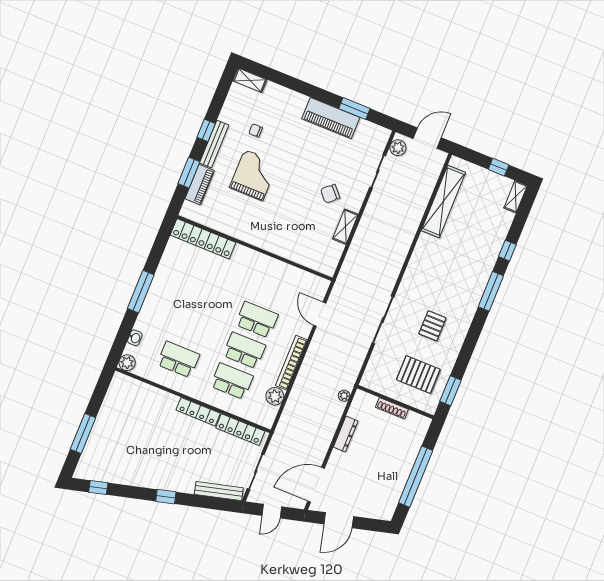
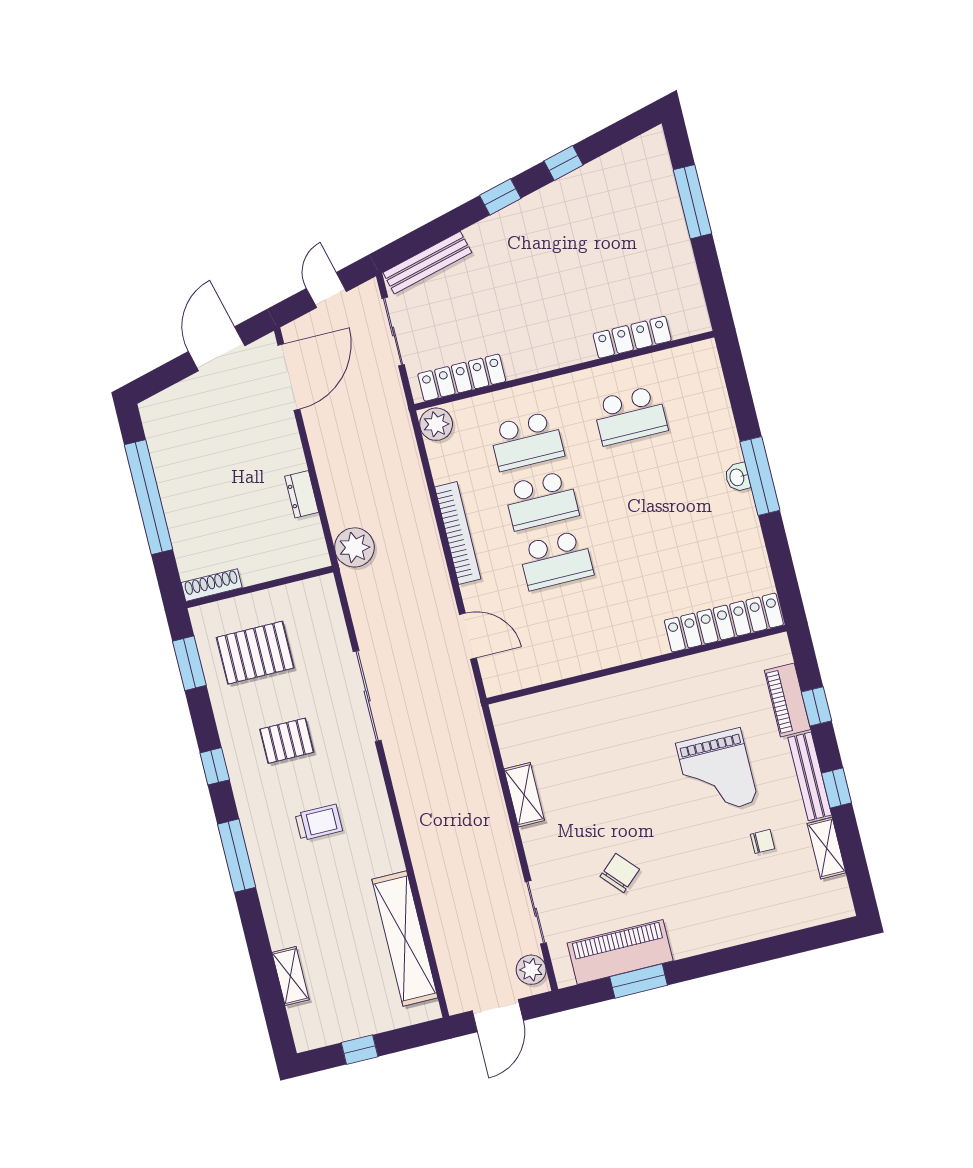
shelving: (250, 80) -> (826, 848), moved, turned 90
piano: (331, 118) -> (620, 952), moved
window: (189, 173) -> (816, 706), width x0.67
chair: (330, 194) -> (620, 873), moved
shelving: (516, 197) -> (291, 976), moved
window: (507, 251) -> (215, 766), moved
trolley: (444, 280) -> (319, 822), added
pallet: (432, 326) -> (287, 741), turned 90
washbasin: (135, 338) -> (737, 477), moved
plant: (127, 363) -> (703, 355), removed
plant: (275, 396) -> (436, 424), moved
plant: (344, 396) -> (354, 547), width x1.87, depth x1.87
shoe rack: (392, 408) -> (212, 585), moved
locker: (198, 412) -> (632, 337), moved
dresser: (346, 434) -> (302, 494), width x0.70
window: (98, 487) -> (564, 163), moved

